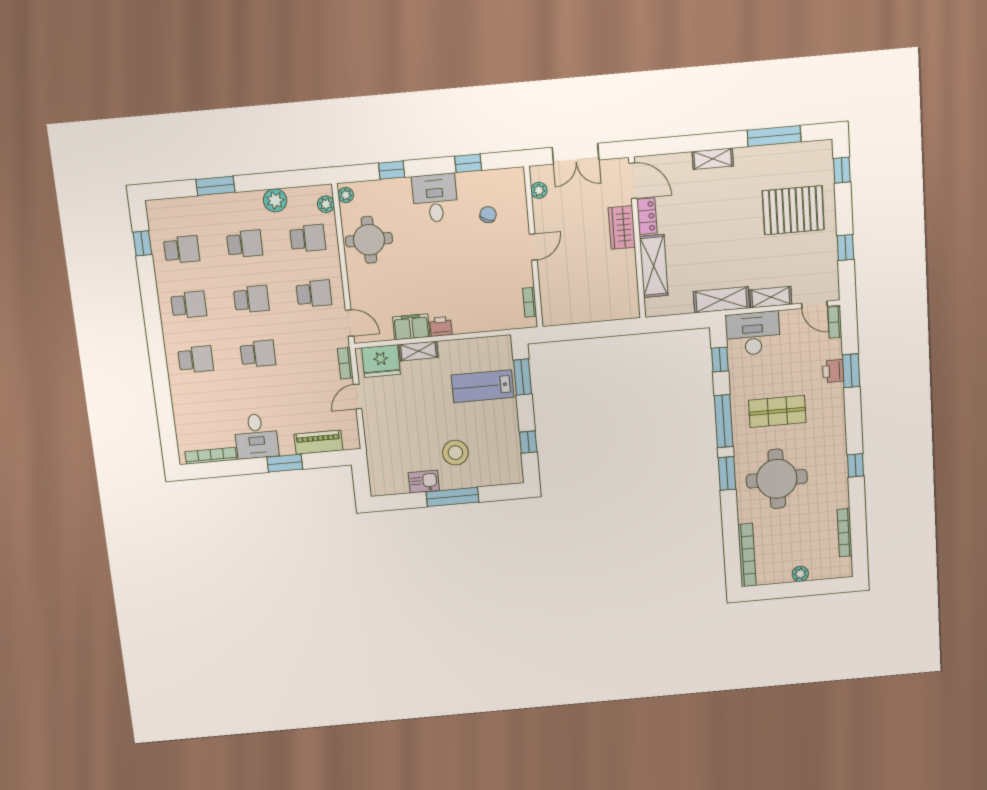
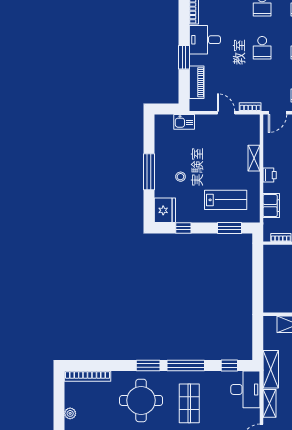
filing cabinet: (411, 327) -> (271, 206), moved
fridge: (381, 361) -> (165, 210), moved, turned 180
lab bench: (483, 386) -> (226, 200), turned 90
stool: (455, 453) -> (180, 177), width x0.53, depth x0.53
kitchen sink: (424, 482) -> (184, 122), moved, turned 90

